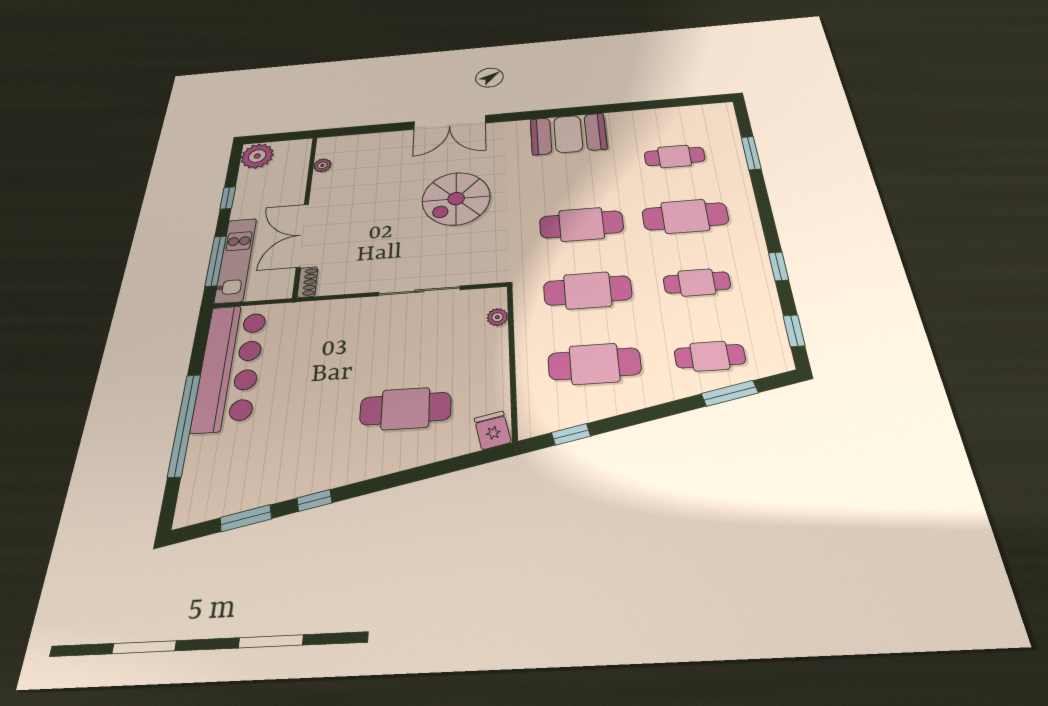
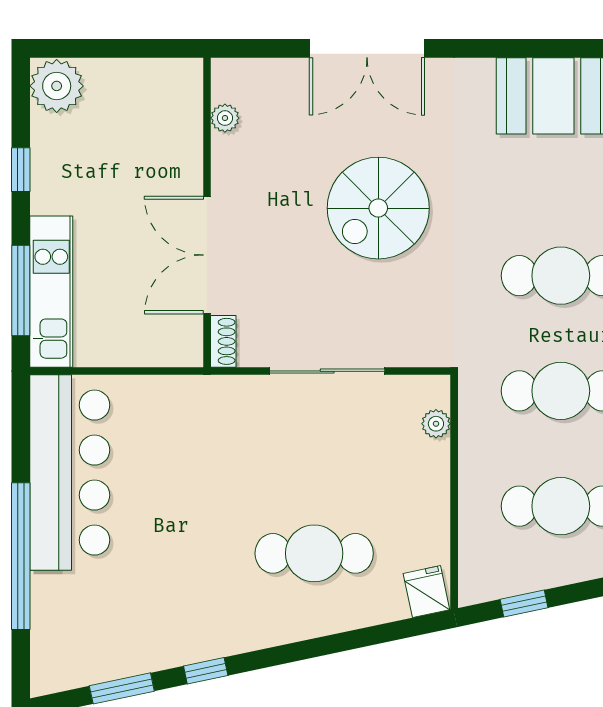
plant: (322, 165) -> (225, 118), moved
wall: (305, 213) -> (207, 212), moved
double door: (302, 235) -> (207, 255), moved
shoe rack: (308, 282) -> (223, 341), moved

